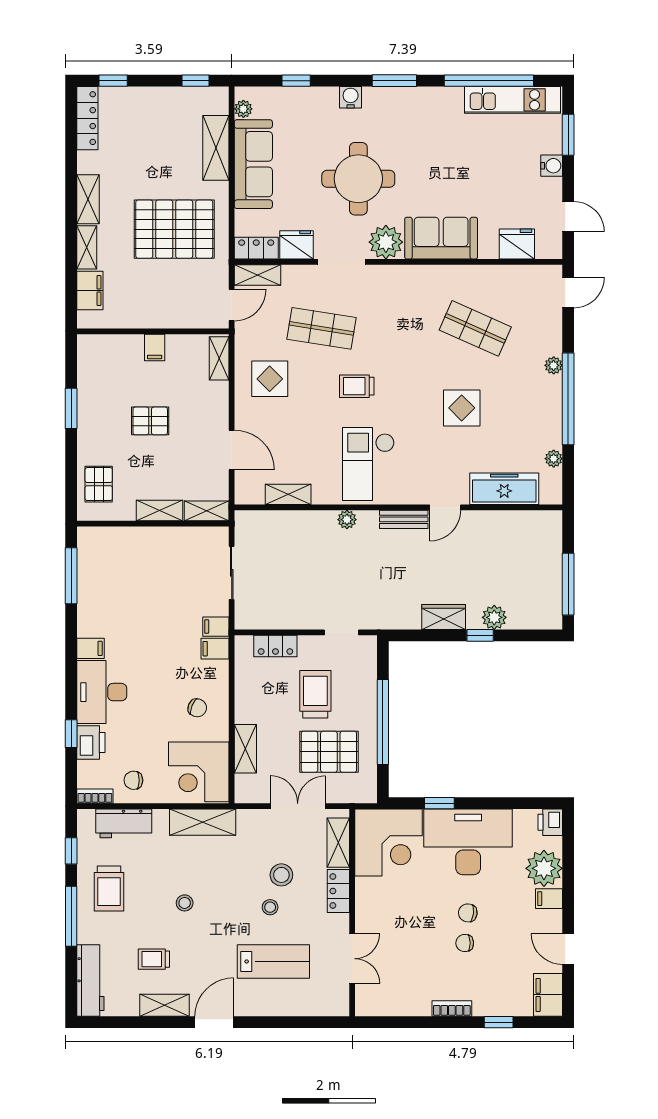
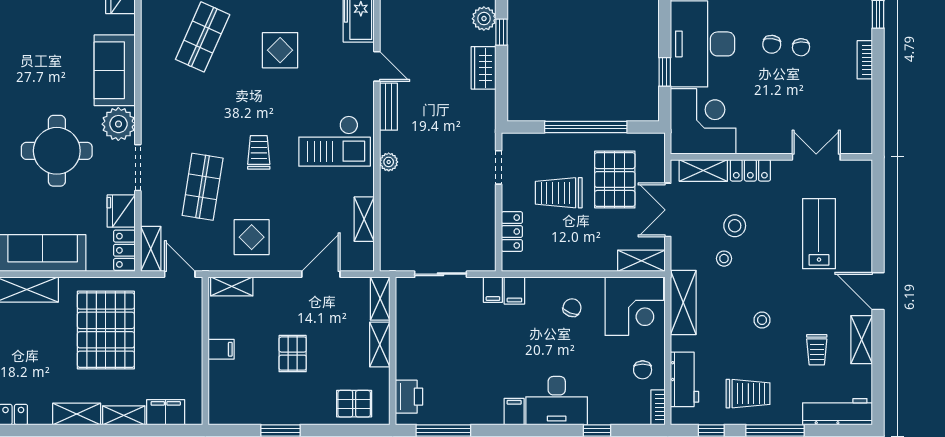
trolley: (357, 386) -> (259, 152), turned 180
printer: (91, 742) -> (409, 397), moved, turned 90
shelving: (245, 749) -> (641, 261), moved
stool: (270, 907) -> (724, 259), moved

